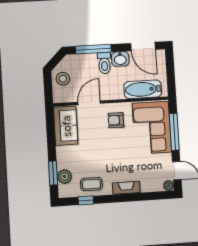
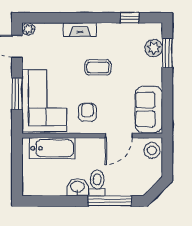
door: (143, 46) -> (48, 201), removed
stool: (63, 79) -> (152, 150), moved
armchair: (116, 120) -> (87, 112), turned -90
window: (174, 132) -> (17, 94), width x0.69
coffee table: (91, 184) -> (98, 67), moved

